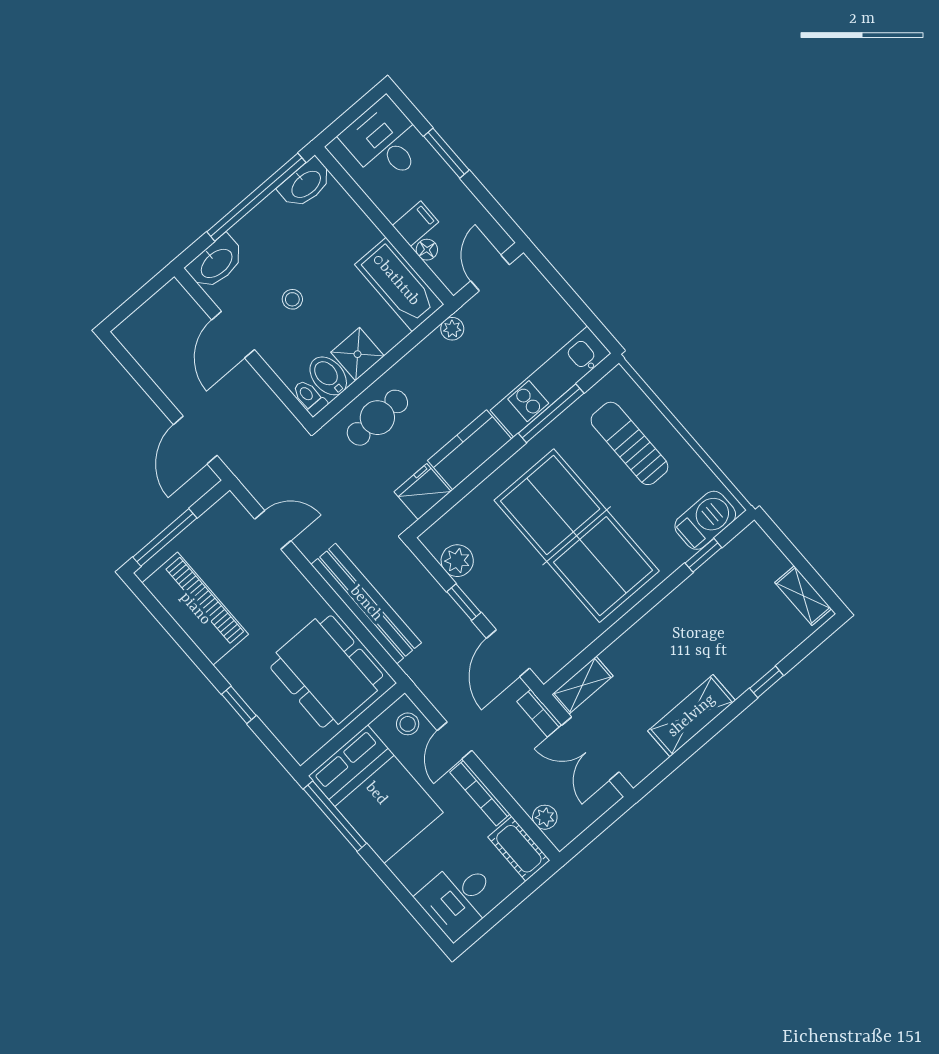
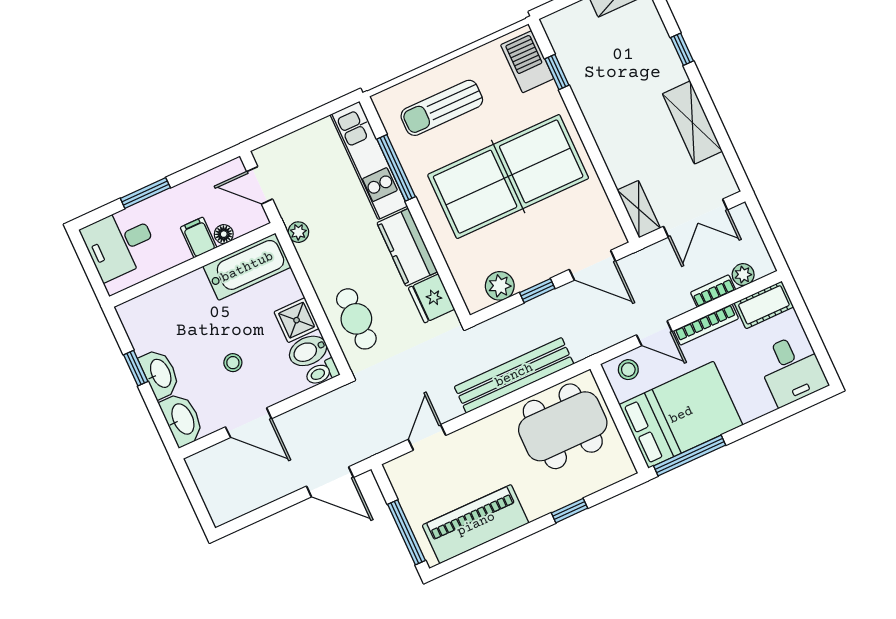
washbasin: (306, 184) -> (160, 374), moved
window: (256, 197) -> (136, 368), width x0.32
bookcase: (539, 713) -> (713, 291), moved, turned 180

